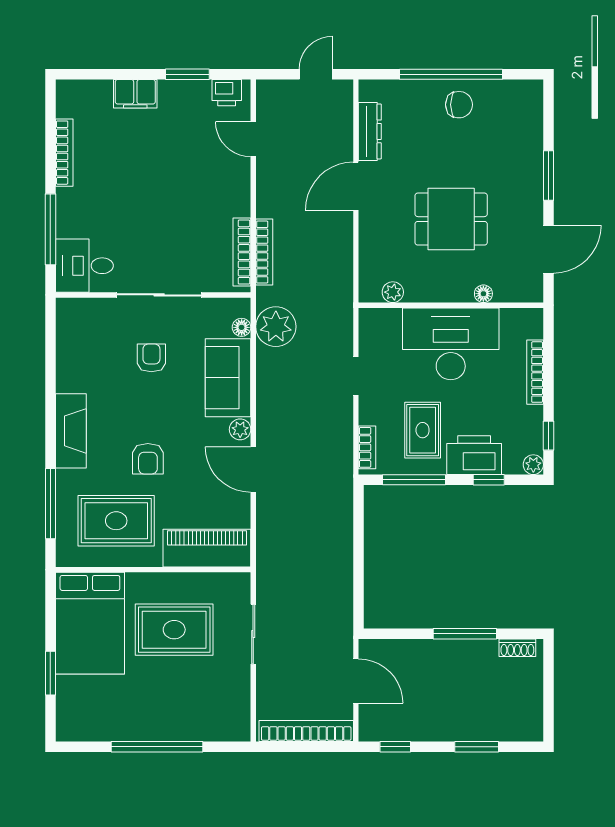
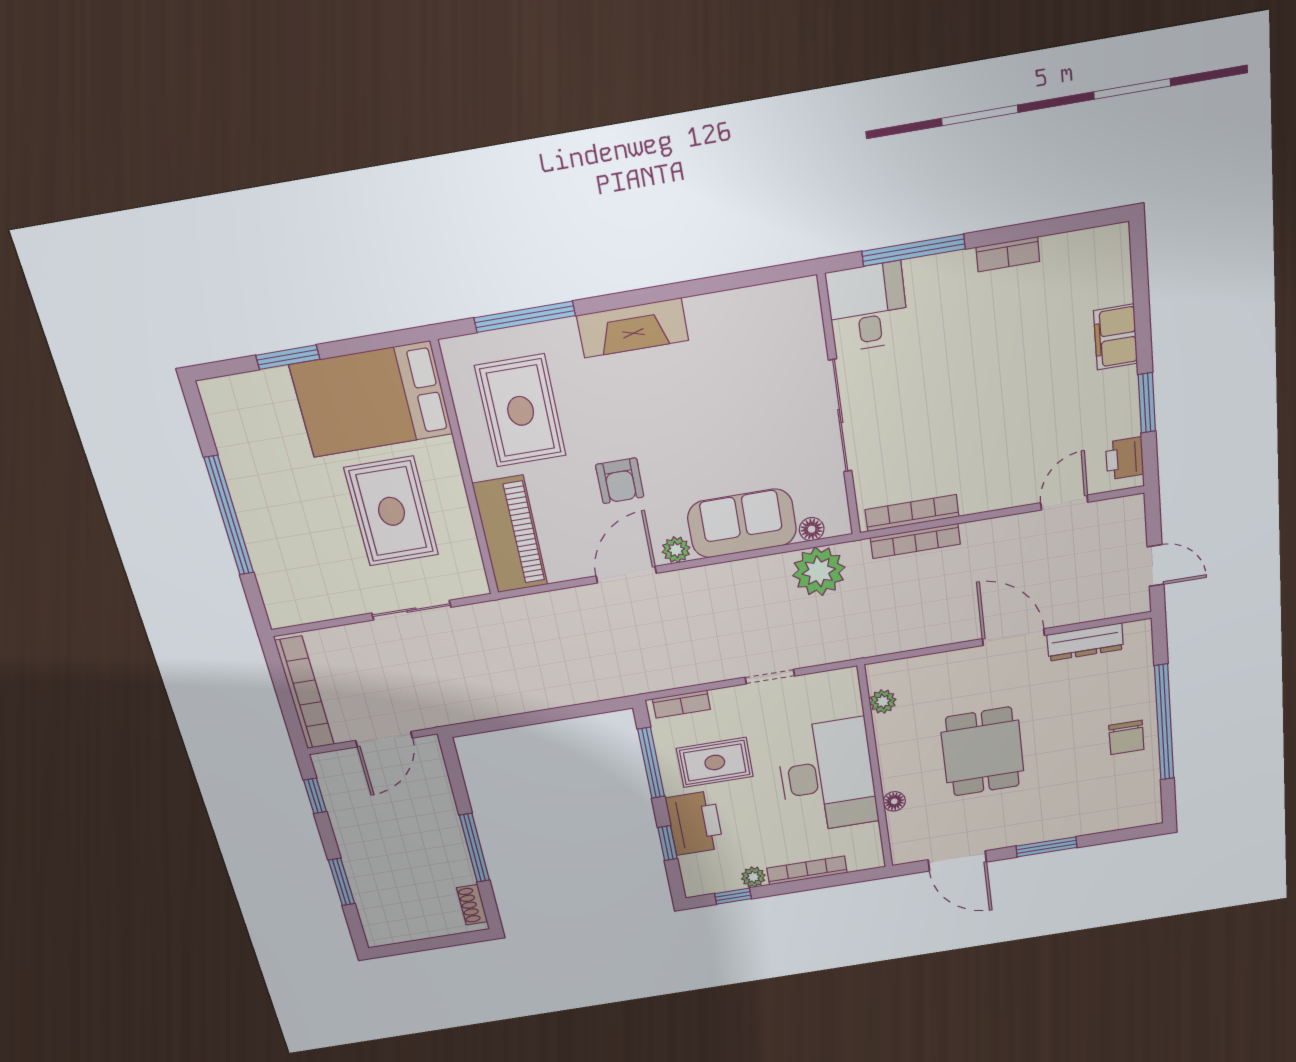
bookcase: (64, 153) -> (1008, 254), width x0.64
armchair: (151, 358) -> (753, 420), removed
armchair: (148, 459) -> (620, 481), moved, turned -90
plant: (533, 465) -> (753, 877), moved

